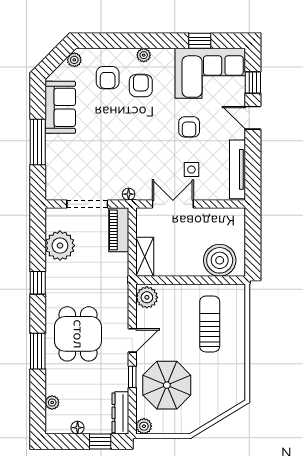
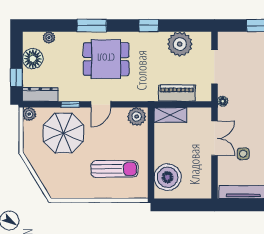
piano: (119, 230) -> (177, 93), moved
door: (132, 340) -> (101, 104), hinge flipped
floor lamp: (78, 428) -> (33, 59), width x1.89, depth x1.89

